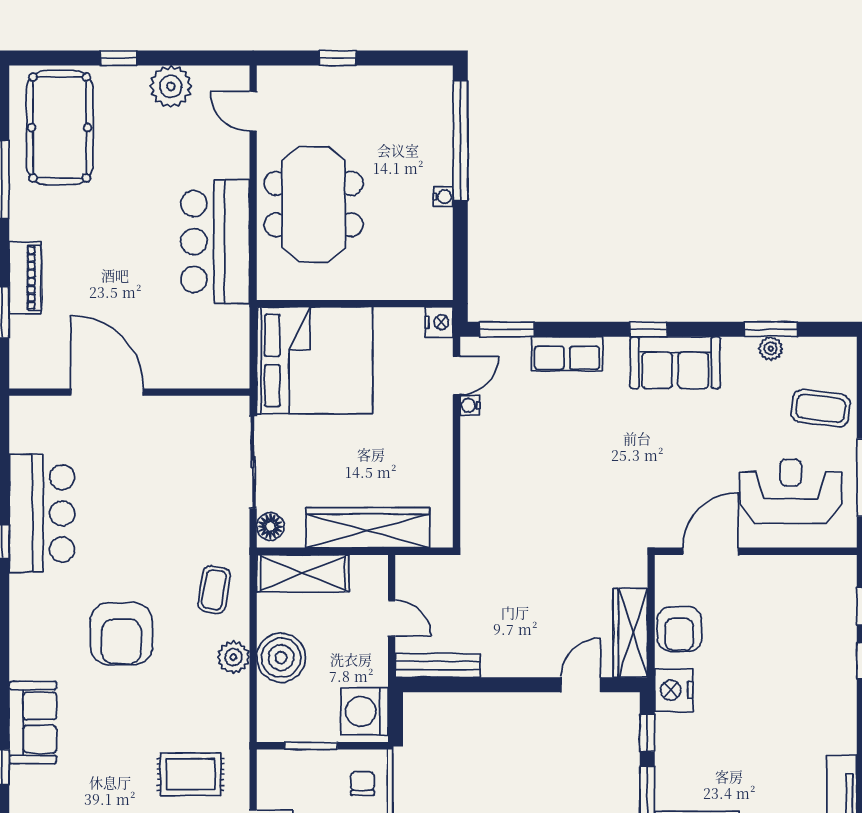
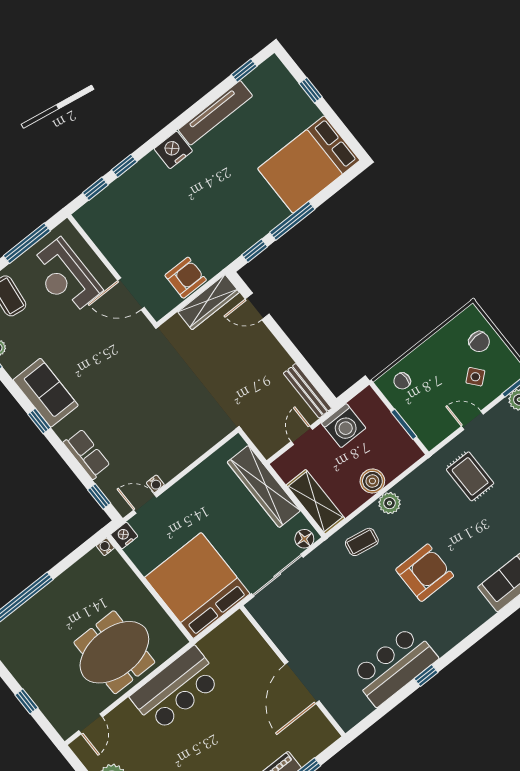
water cooler: (443, 197) -> (105, 547), moved
window: (507, 329) -> (99, 496), width x0.67
boiler: (281, 658) -> (372, 481), width x0.73, depth x0.73
nightstand: (674, 690) -> (173, 150), moved, turned 180
washing machine: (365, 711) -> (344, 426), moved

